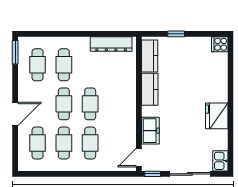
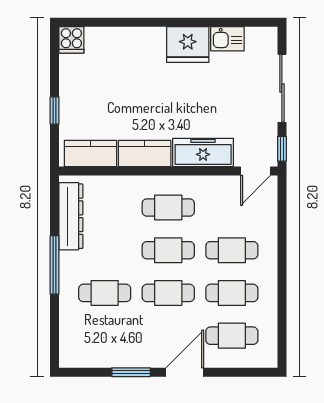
window: (81, 34) -> (55, 265), added
window: (15, 52) -> (131, 372), moved
cafe table: (38, 65) -> (168, 208), moved
door: (15, 114) -> (185, 372), hinge flipped
freezer: (150, 131) -> (203, 152), width x1.40
door: (139, 158) -> (256, 171), hinge flipped
kitchen sink: (220, 161) -> (227, 39), moved

